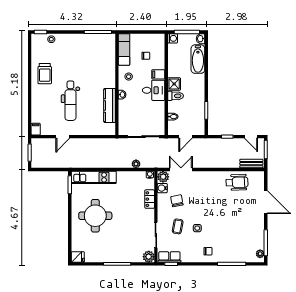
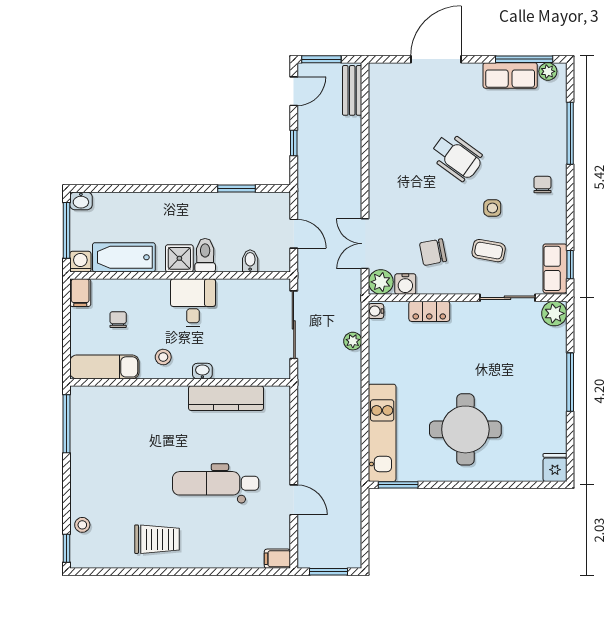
bathtub: (198, 59) -> (124, 257), moved, turned 180
filing cabinet: (158, 74) -> (80, 293), moved
dental chair: (70, 101) -> (216, 483), turned 180
wheelchair: (237, 182) -> (457, 157), moved, turned 128
row of seats: (258, 236) -> (510, 75), added

